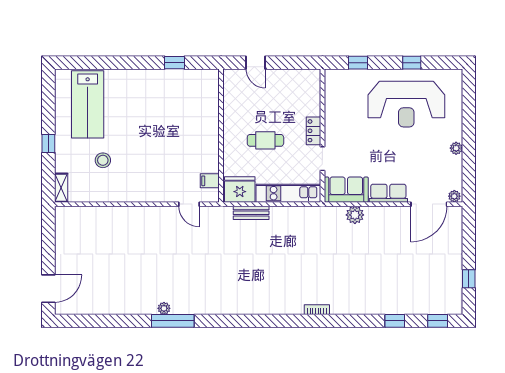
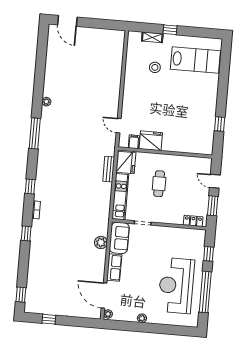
door: (256, 63) -> (215, 181), hinge flipped
window: (290, 63) -> (213, 206), added
window: (412, 63) -> (205, 292), width x3.17
lab bench: (88, 104) -> (195, 60), turned 180
locker: (314, 131) -> (193, 221), moved
fridge: (206, 157) -> (151, 141), added
shelving: (61, 188) -> (152, 37), moved
door: (189, 204) -> (119, 126), hinge flipped
window: (173, 321) -> (35, 133), moved
window: (285, 321) -> (30, 187), added
window: (395, 321) -> (26, 234), moved

